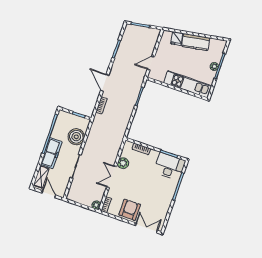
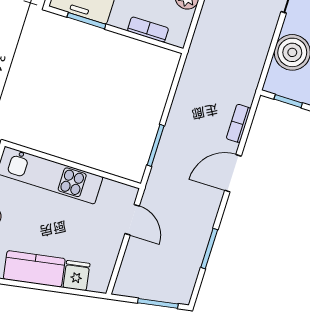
door: (151, 63) -> (132, 220), hinge flipped
door: (105, 83) -> (233, 173), swing flipped

